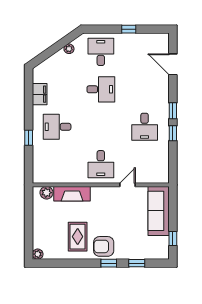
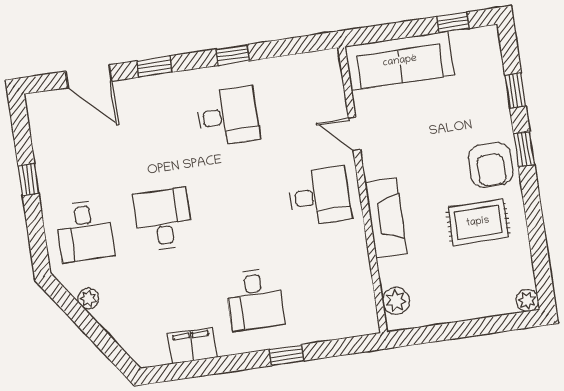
desk: (101, 52) -> (85, 231), turned -90
door: (173, 64) -> (89, 76), hinge flipped
window: (173, 111) -> (154, 66), moved
fireplace: (72, 194) -> (386, 218), moved

